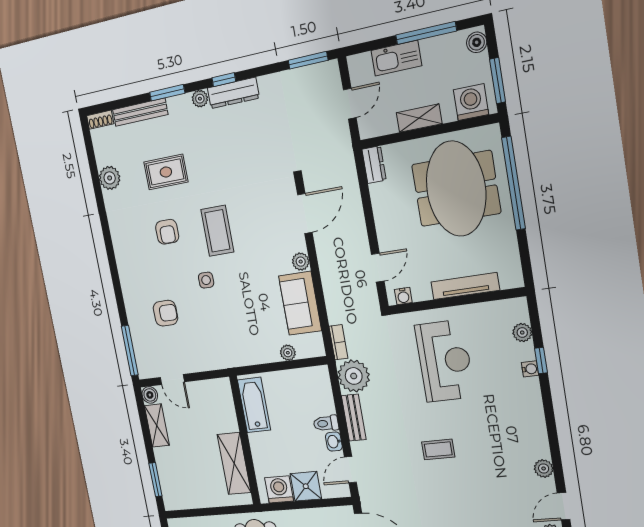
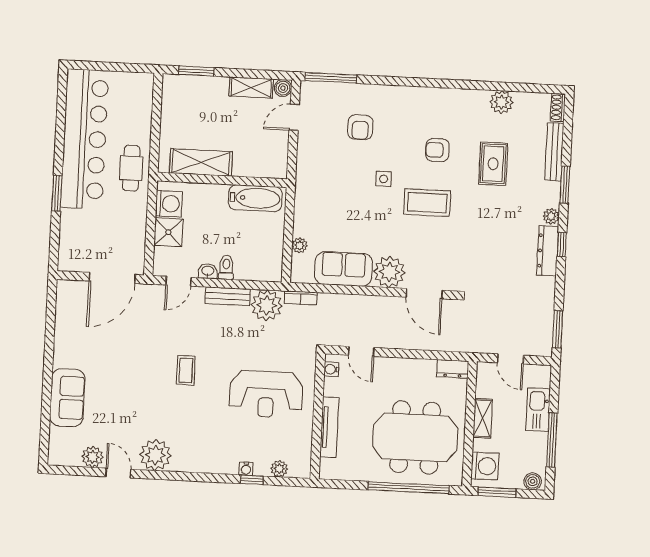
plant: (301, 262) -> (389, 272), width x1.88, depth x1.88
plant: (544, 468) -> (155, 455), width x1.88, depth x1.88
door: (350, 470) -> (178, 281), swing flipped

